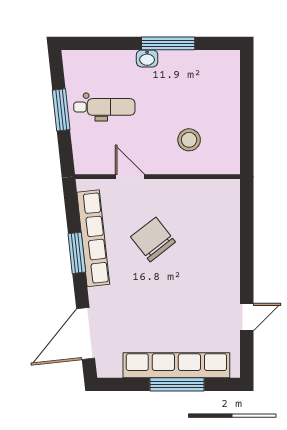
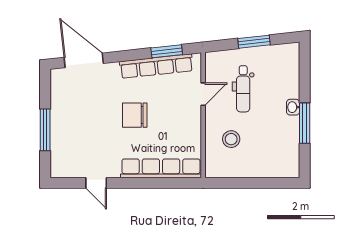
dental chair: (104, 107) -> (243, 89), moved
chair: (153, 239) -> (135, 115), moved, turned -142
window: (77, 253) -> (167, 51), moved
row of seats: (176, 365) -> (161, 168), moved, turned -90

